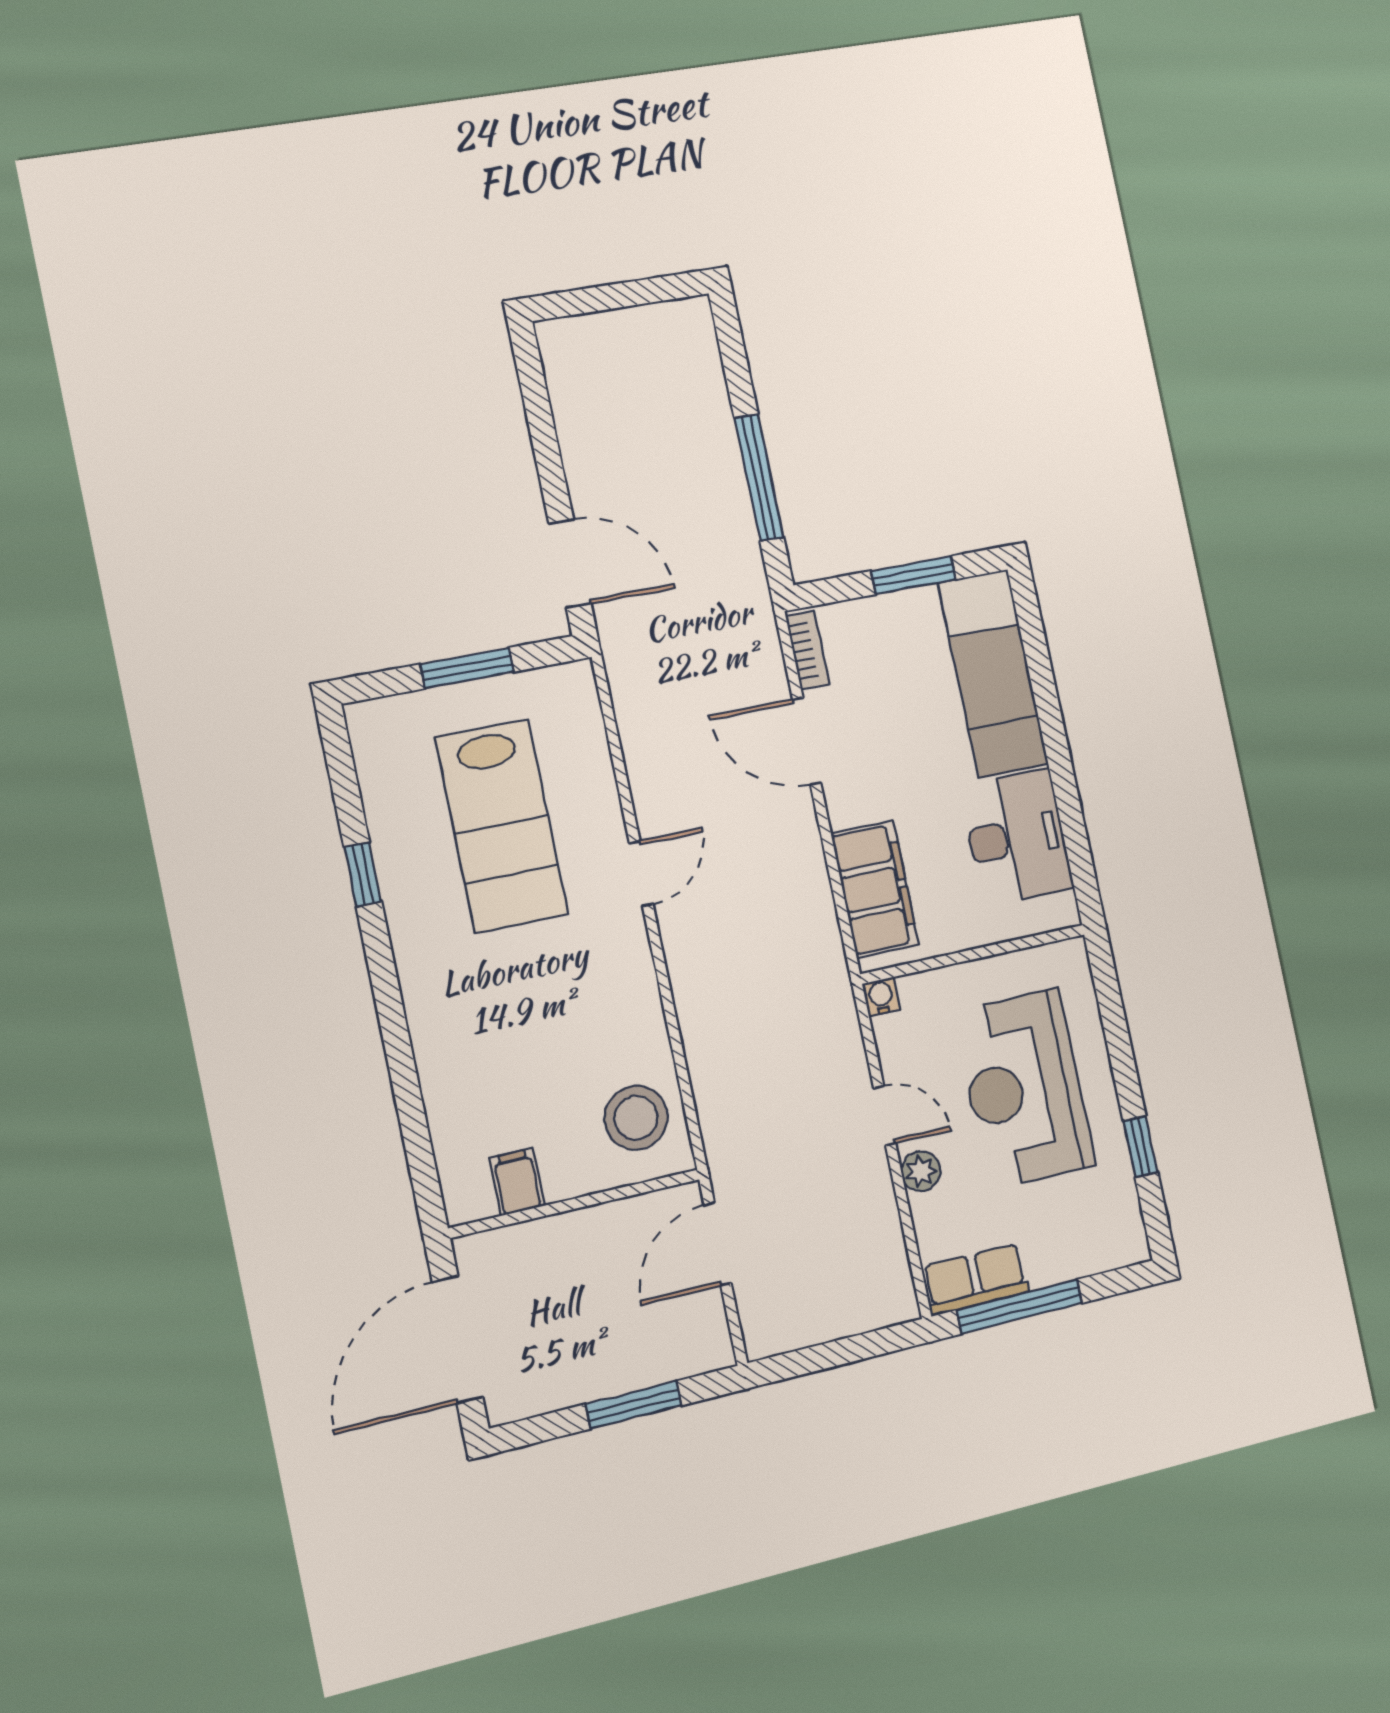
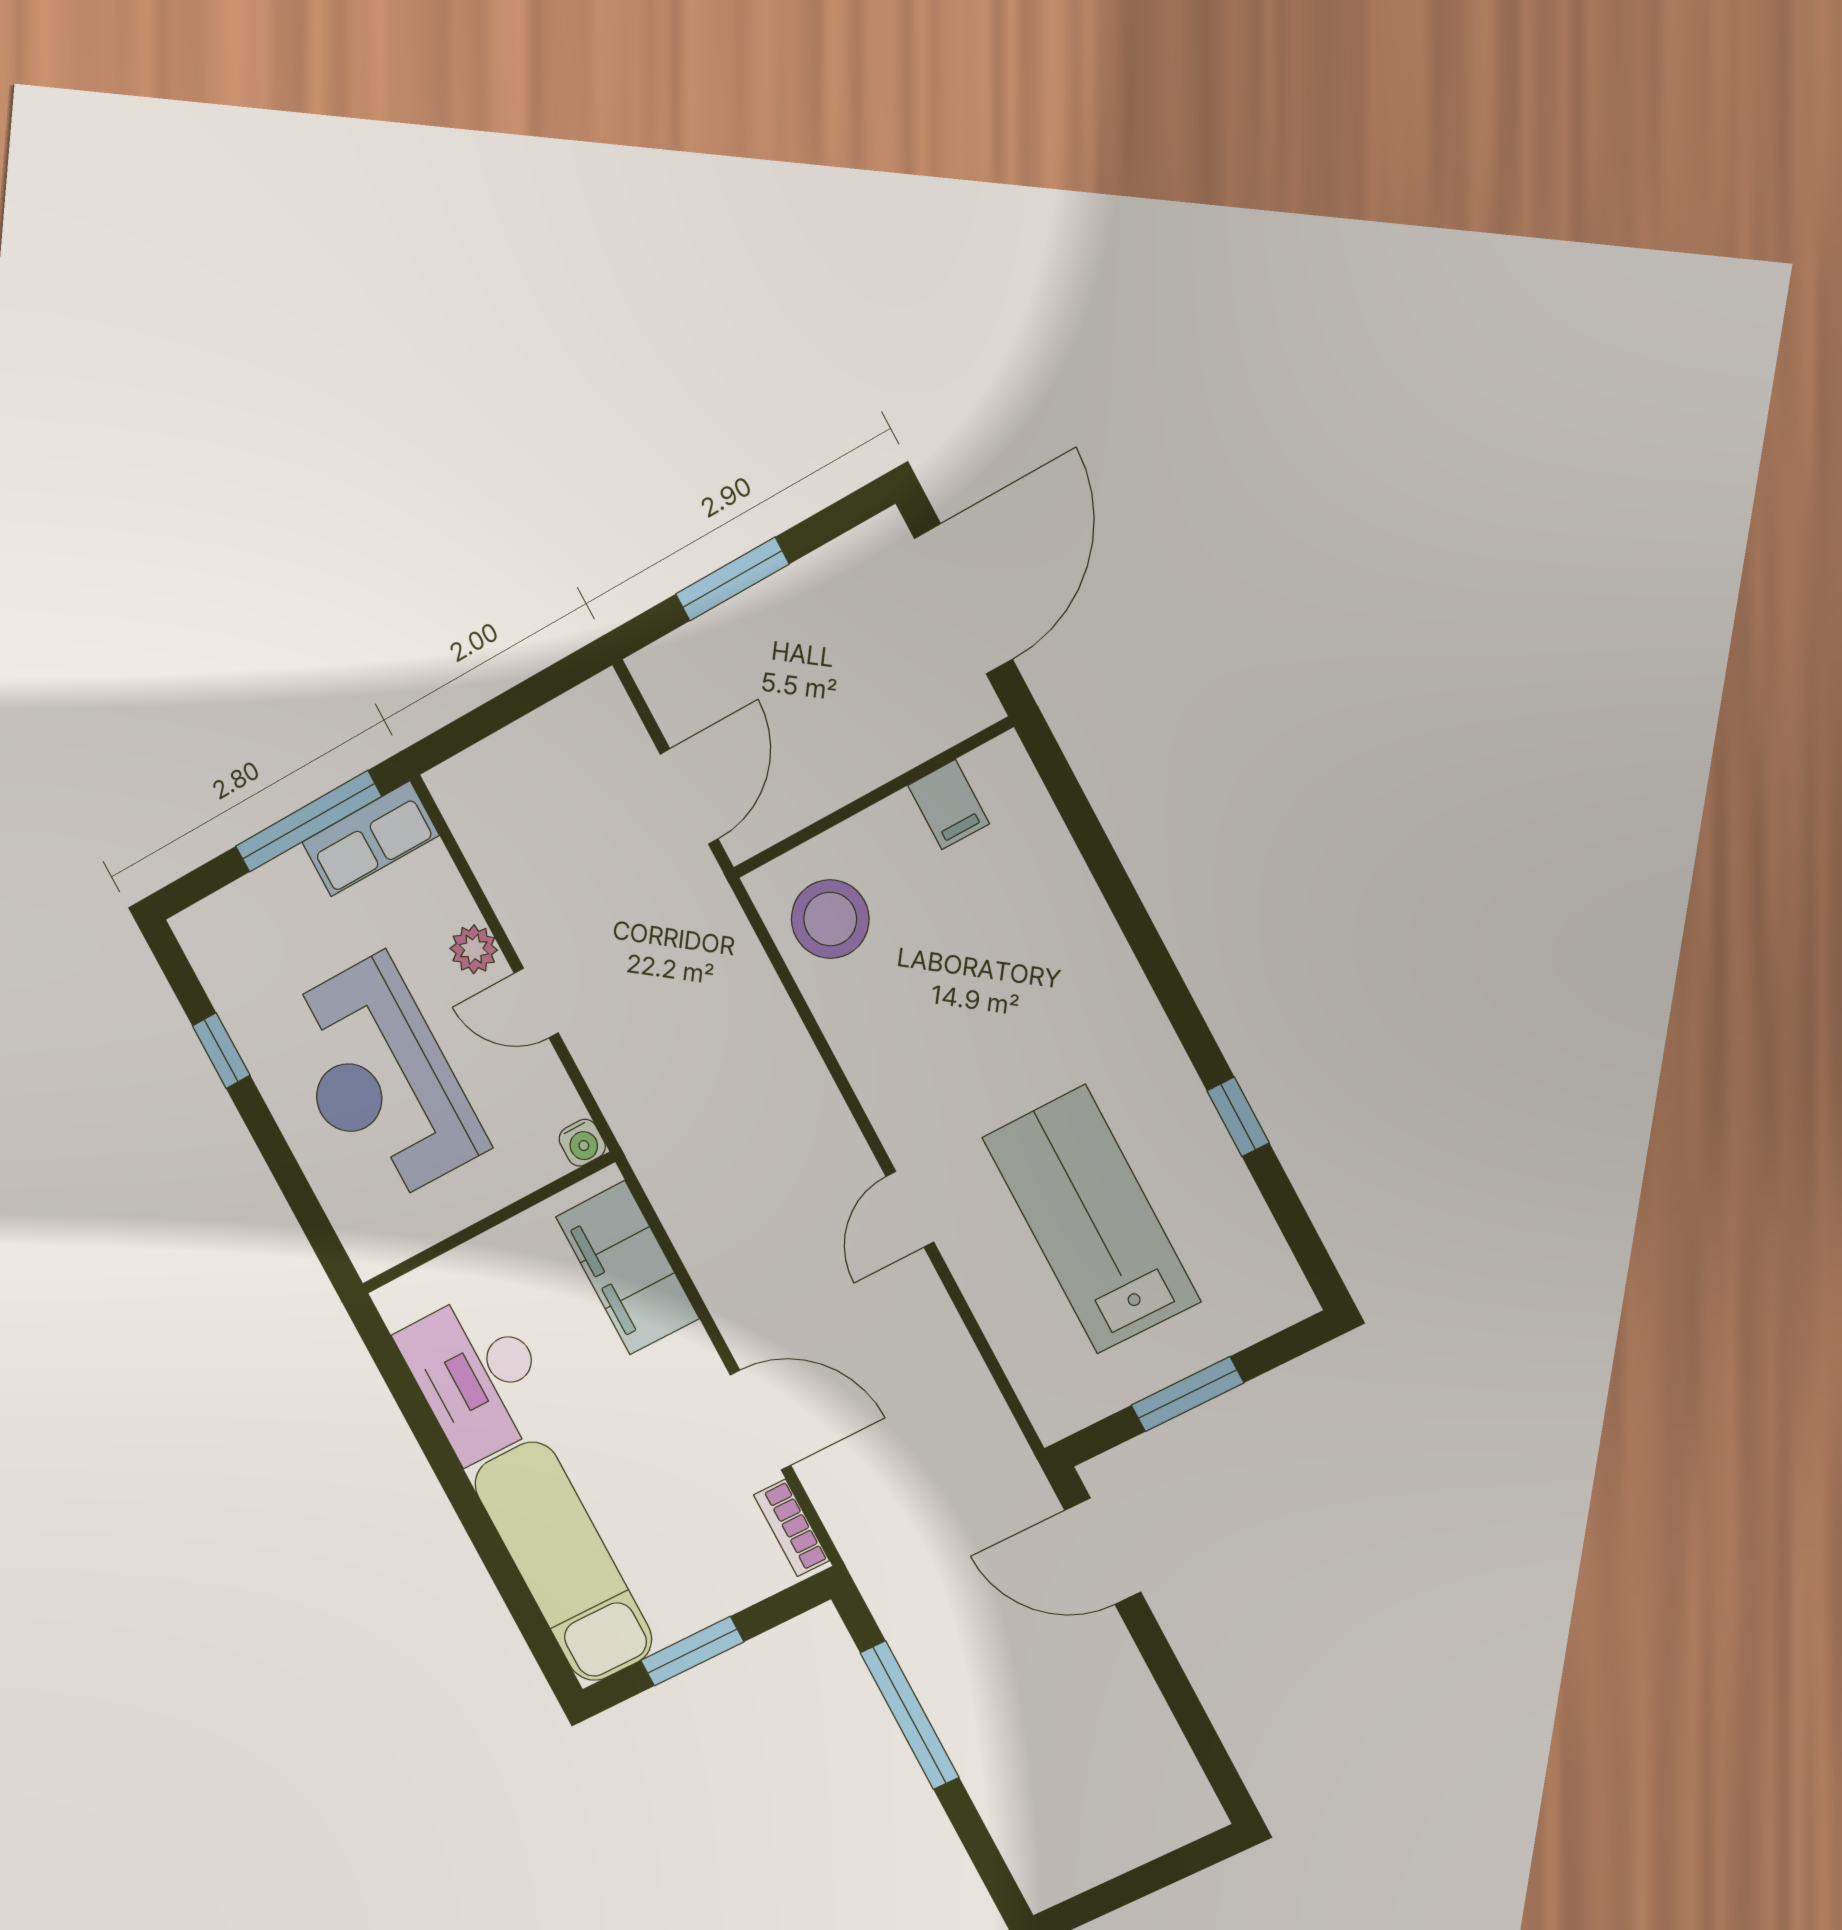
reception desk: (1024, 1089) -> (380, 1081), turned 180

